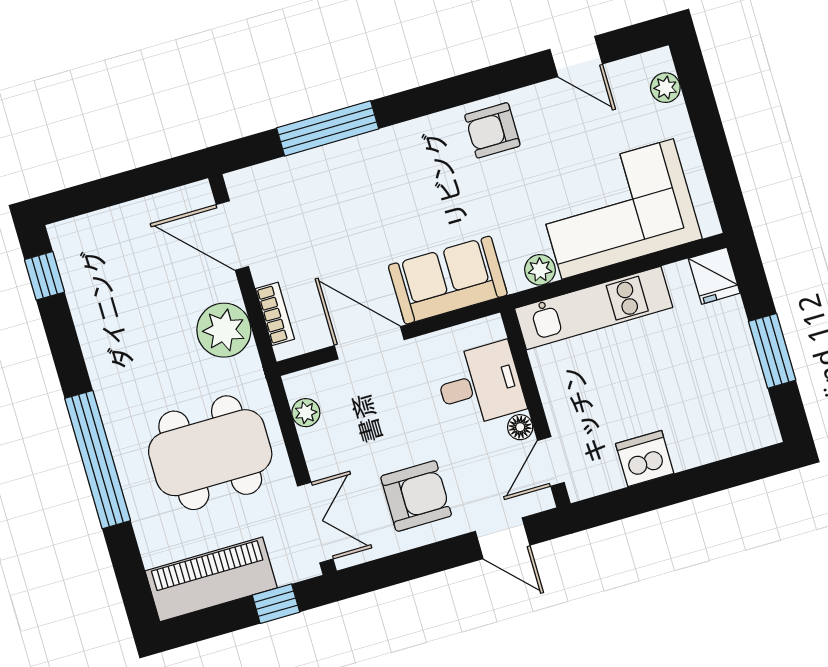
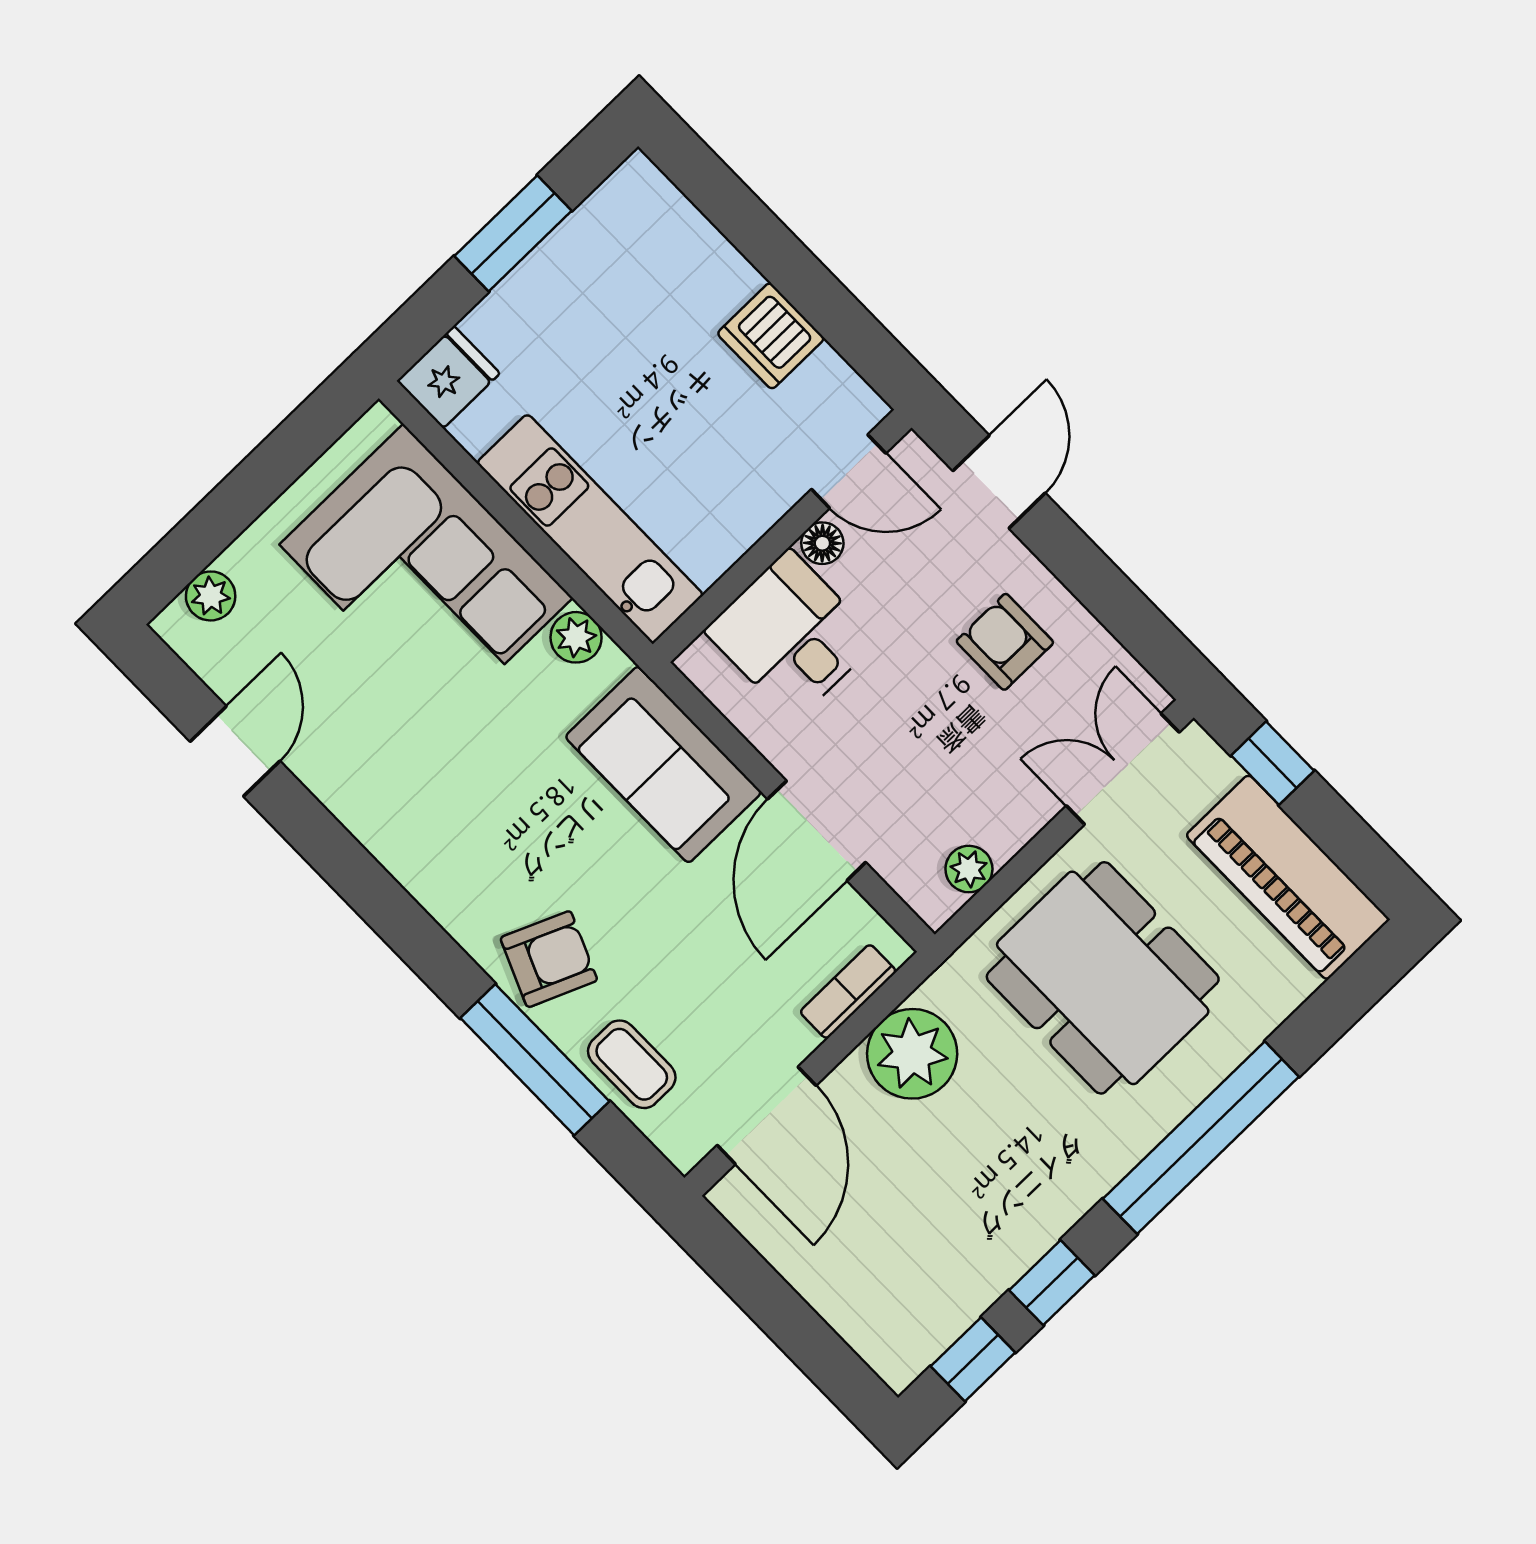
armchair: (492, 130) -> (549, 959), moved, turned -67
coffee table: (298, 178) -> (632, 1064), added
window: (63, 339) -> (1052, 1283), added
armchair: (416, 496) -> (1005, 642), width x0.72, depth x0.72

